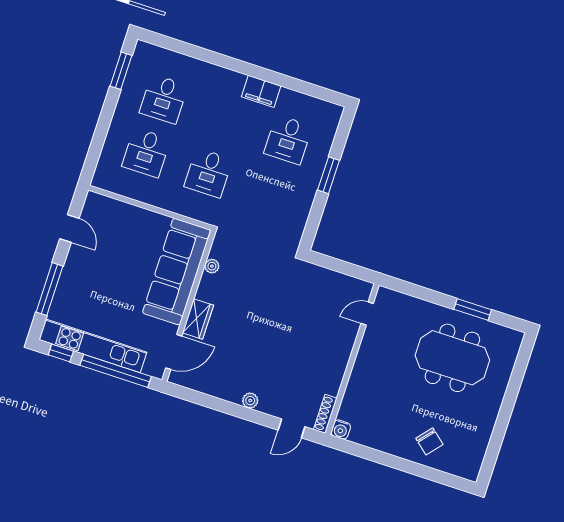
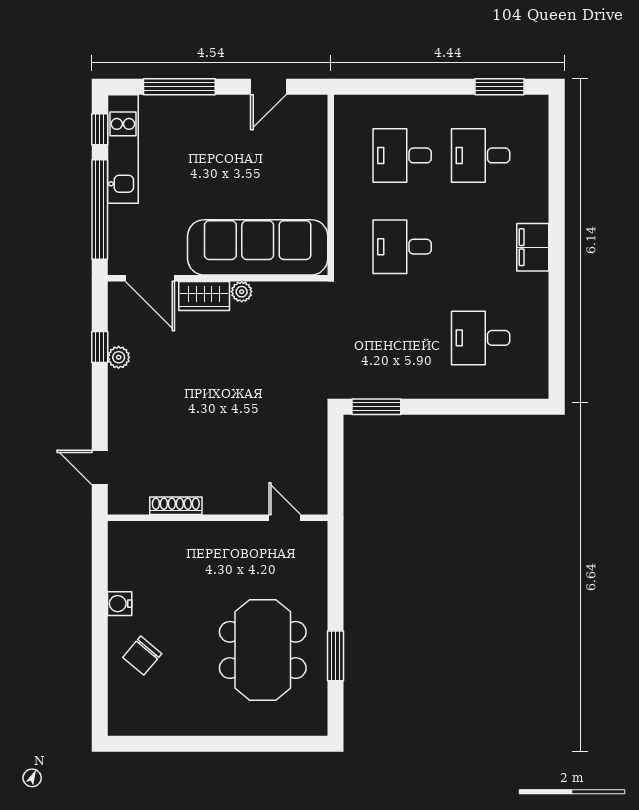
filing cabinet: (261, 91) -> (533, 247), moved
window: (328, 175) -> (376, 407), moved
plant: (212, 266) -> (242, 292), moved
kitchen unit: (93, 346) -> (123, 149), width x0.73
plant: (250, 401) -> (119, 357), moved
window: (209, 402) -> (100, 347), added
shoe rack: (325, 414) -> (176, 506), moved
water cooler: (341, 429) -> (120, 604), moved

